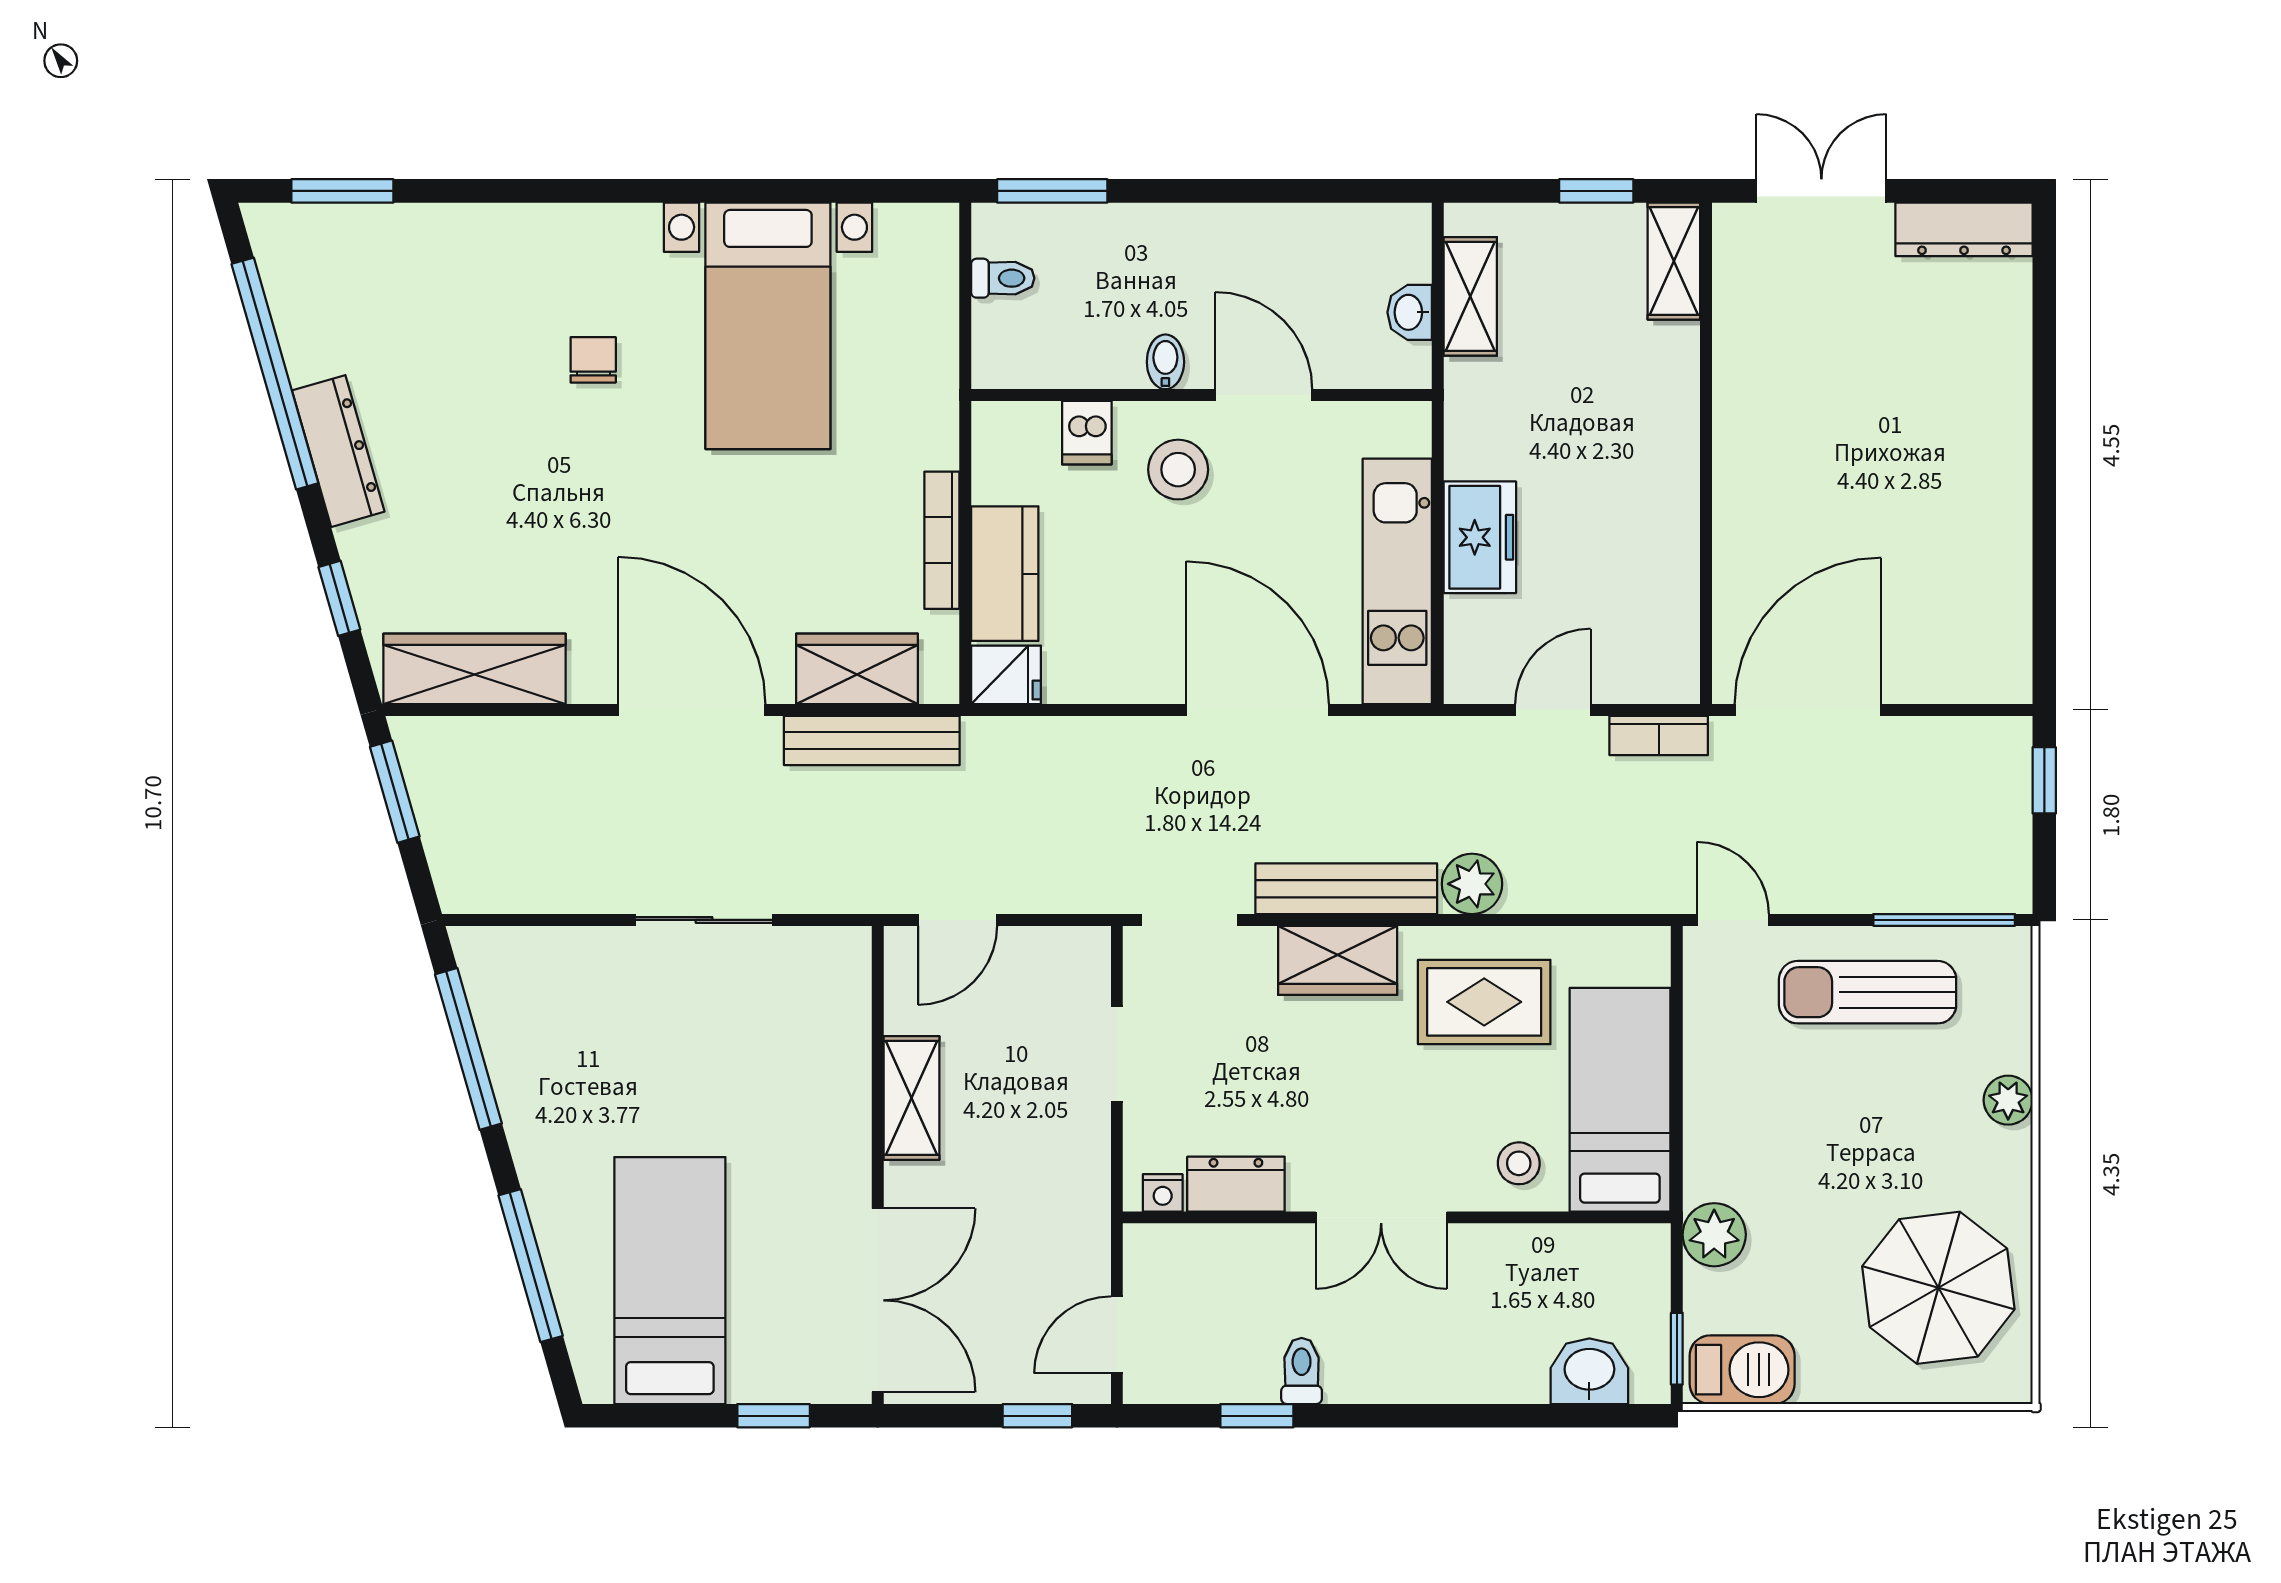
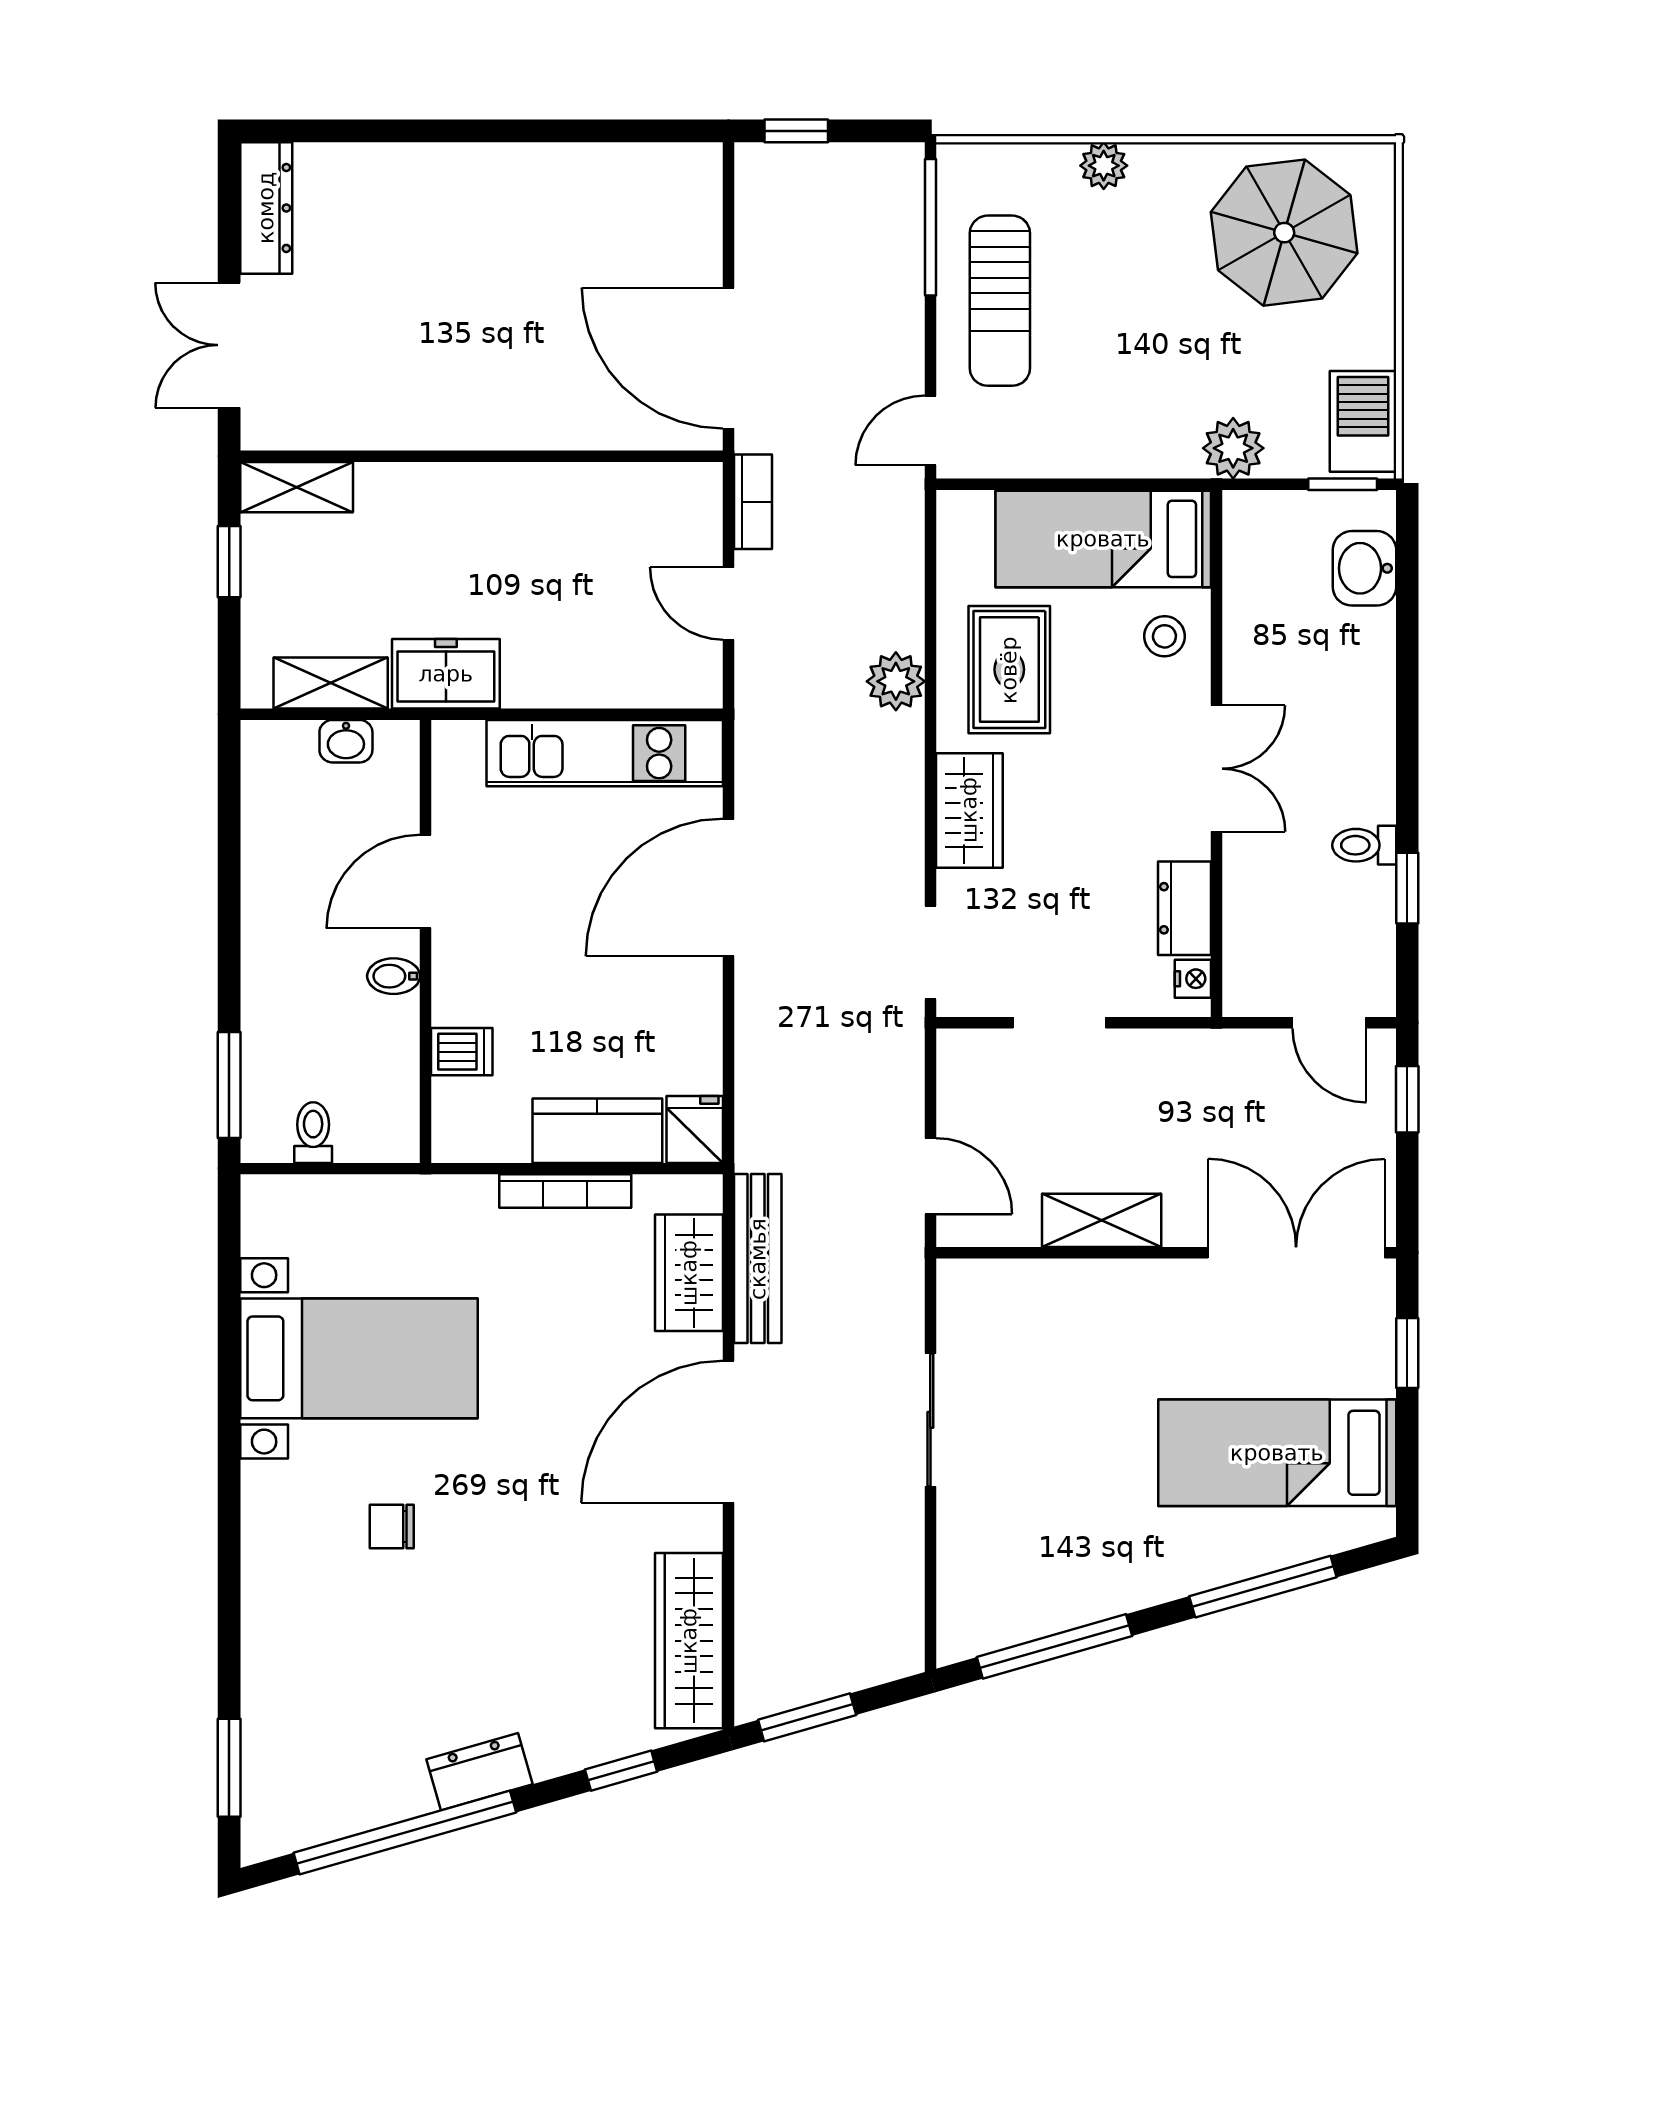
dresser: (338, 451) -> (479, 1772), width x0.70
stool: (1178, 470) -> (497, 964), removed
freezer: (1480, 537) -> (446, 674), moved
bench: (1346, 889) -> (900, 802), removed

